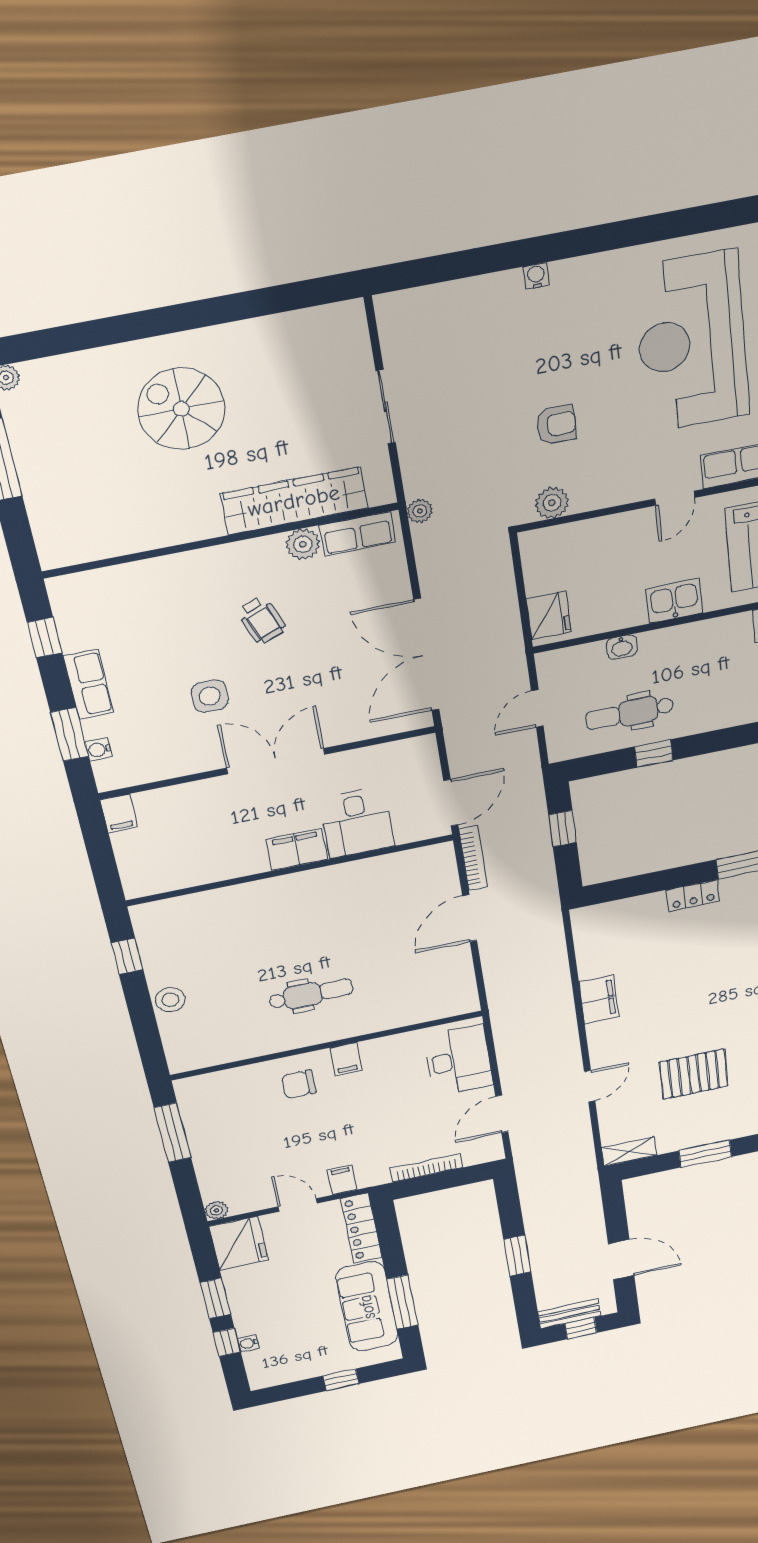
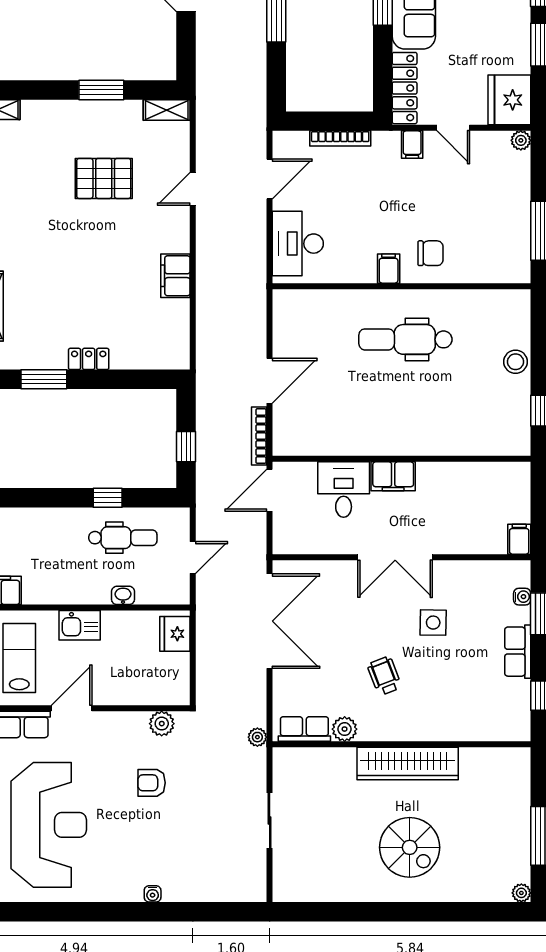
door: (675, 498) -> (72, 708), width x1.38
wardrobe: (294, 501) -> (408, 764), moved
dental chair: (311, 994) -> (405, 339), width x1.36, depth x1.38

